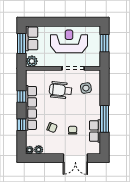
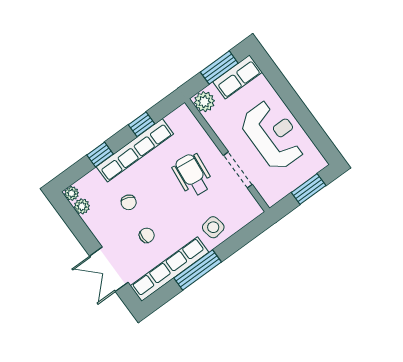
side table: (86, 88) -> (213, 227), moved
row of seats: (95, 131) -> (170, 269), width x2.02

